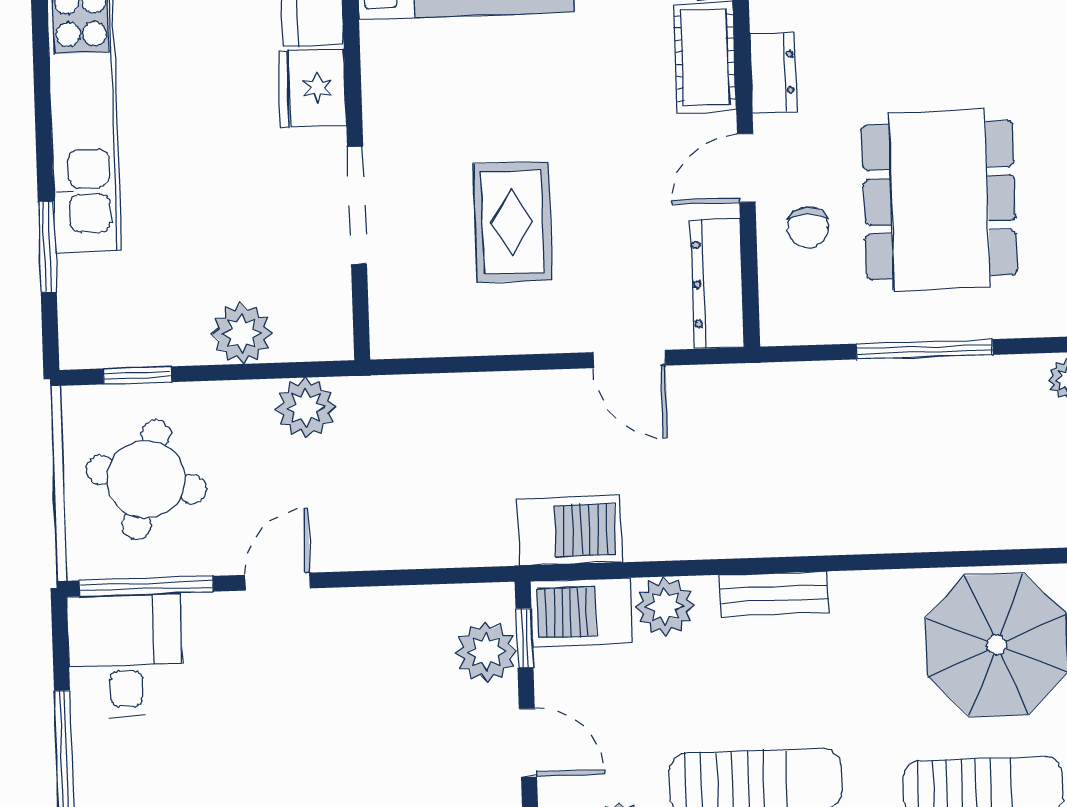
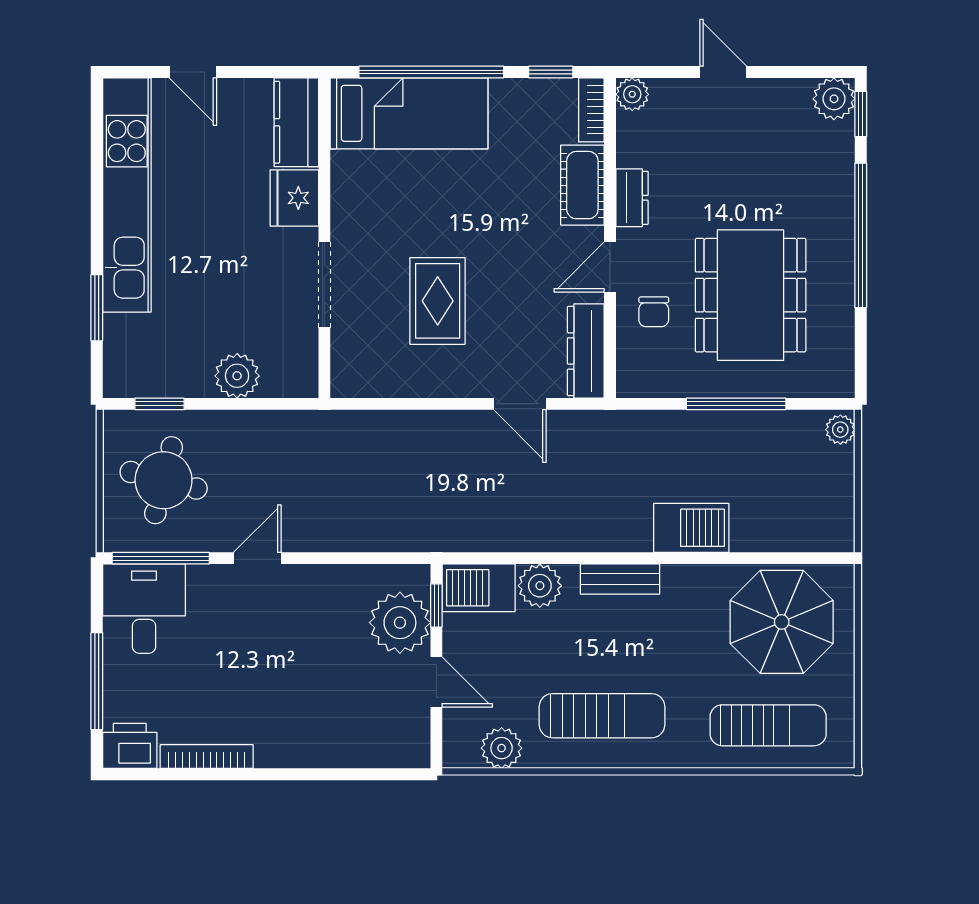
plant: (306, 408) -> (282, 432), removed
barbecue: (570, 530) -> (691, 528), moved
plant: (486, 652) -> (400, 623), width x1.36, depth x1.36

